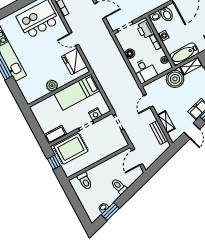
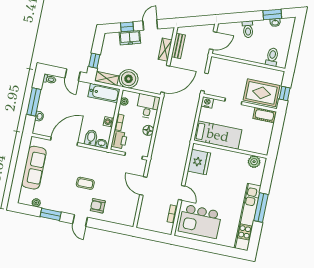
door: (74, 39) -> (182, 193), moved
plant: (52, 86) -> (254, 162), moved
door: (148, 101) -> (165, 79), width x1.88
nightstand: (95, 114) -> (207, 102), moved

